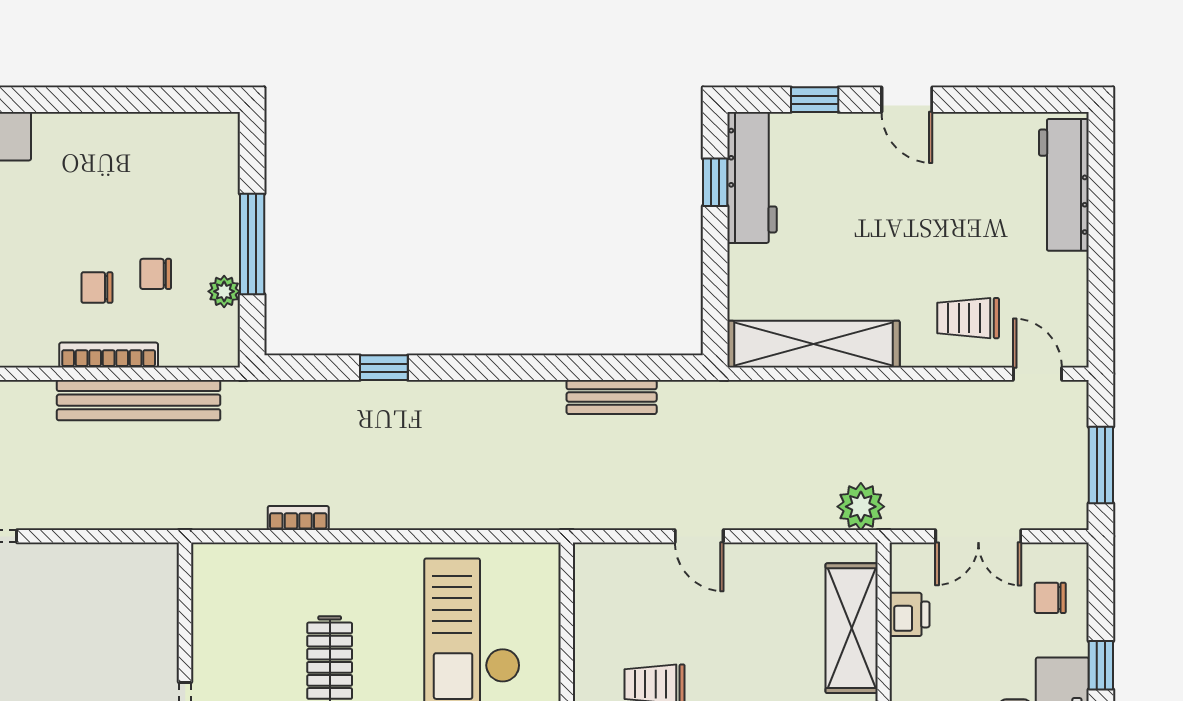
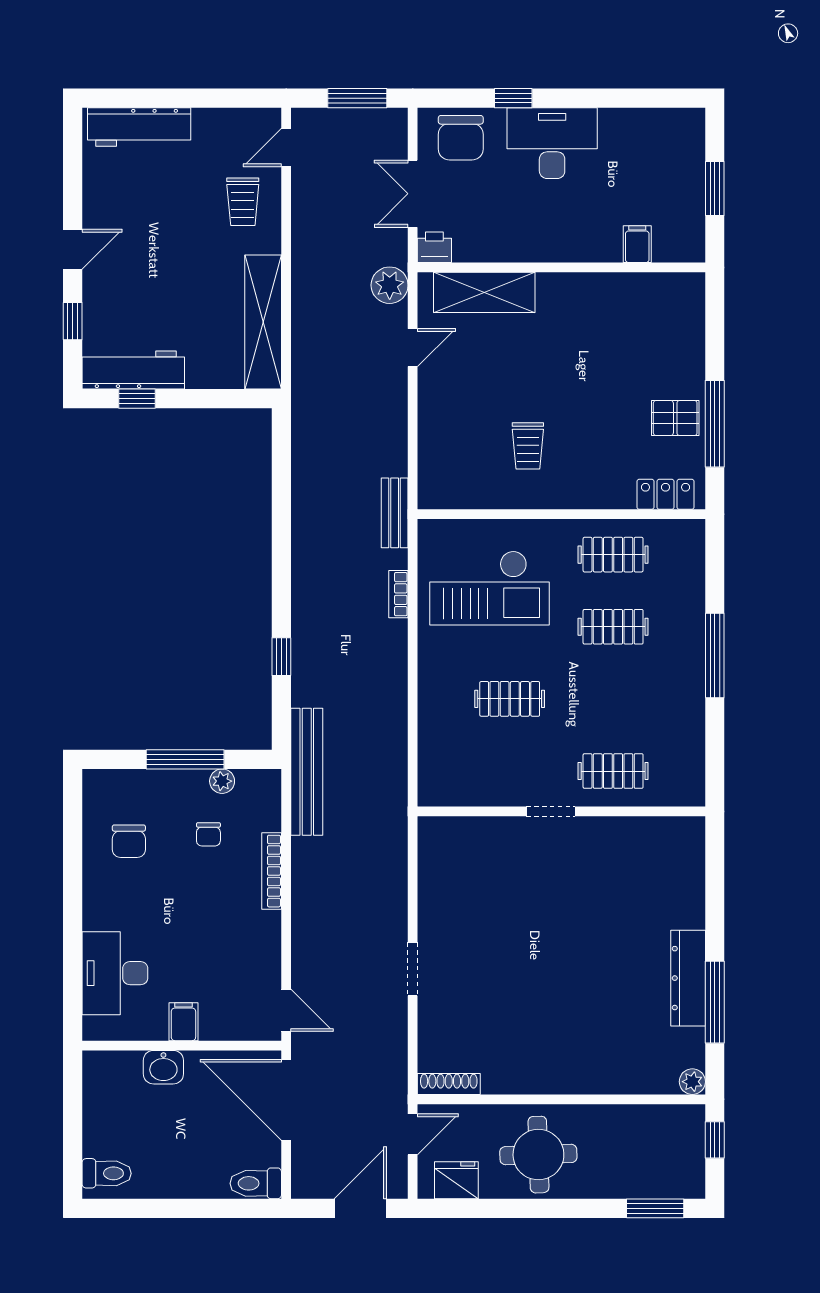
chair: (97, 288) -> (129, 841), moved, width x1.37, depth x1.37
bench: (612, 397) -> (395, 513), moved
bench: (139, 400) -> (307, 772), moved
bookcase: (298, 518) -> (398, 594), moved
door: (699, 536) -> (413, 348), moved
double door: (978, 536) -> (413, 194), swing flipped
chair: (1050, 598) -> (461, 138), width x1.87, depth x1.87
printer: (909, 614) -> (434, 247), moved

